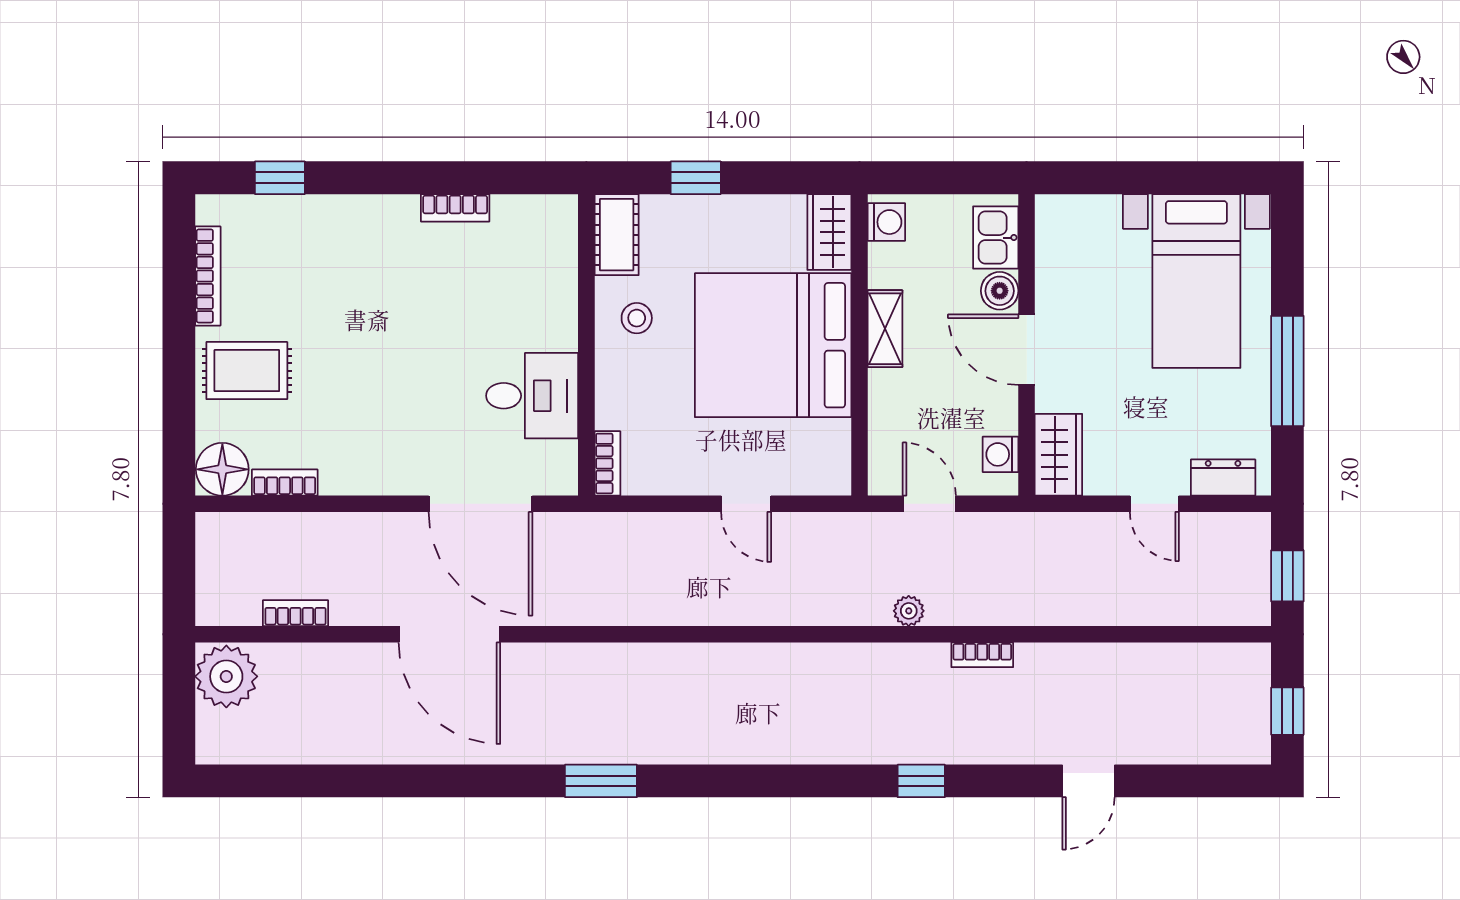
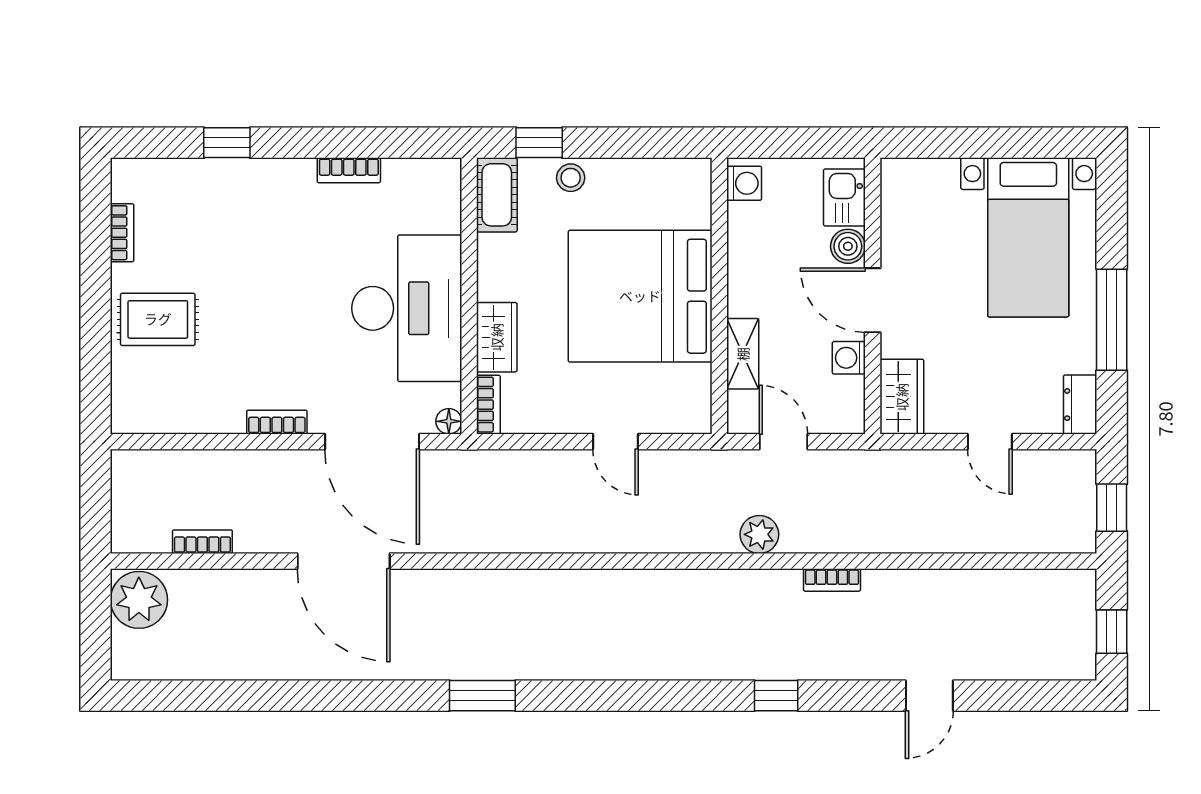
window: (280, 178) -> (227, 143), moved
window: (696, 178) -> (539, 143), moved
wardrobe: (829, 232) -> (497, 337), moved, turned 180
bookcase: (208, 276) -> (122, 233), width x0.64
stool: (637, 318) -> (571, 178), moved
shelving: (885, 329) -> (743, 354), moved
desk: (532, 396) -> (407, 308), width x1.87, depth x1.30
washing machine: (1001, 454) -> (849, 358), moved
floor lamp: (222, 469) -> (449, 421), moved, width x0.53, depth x0.53
dresser: (1223, 478) -> (1080, 405), moved, turned -90
bookcase: (285, 483) -> (277, 422), moved
plant: (909, 611) -> (759, 534), width x1.38, depth x1.38

